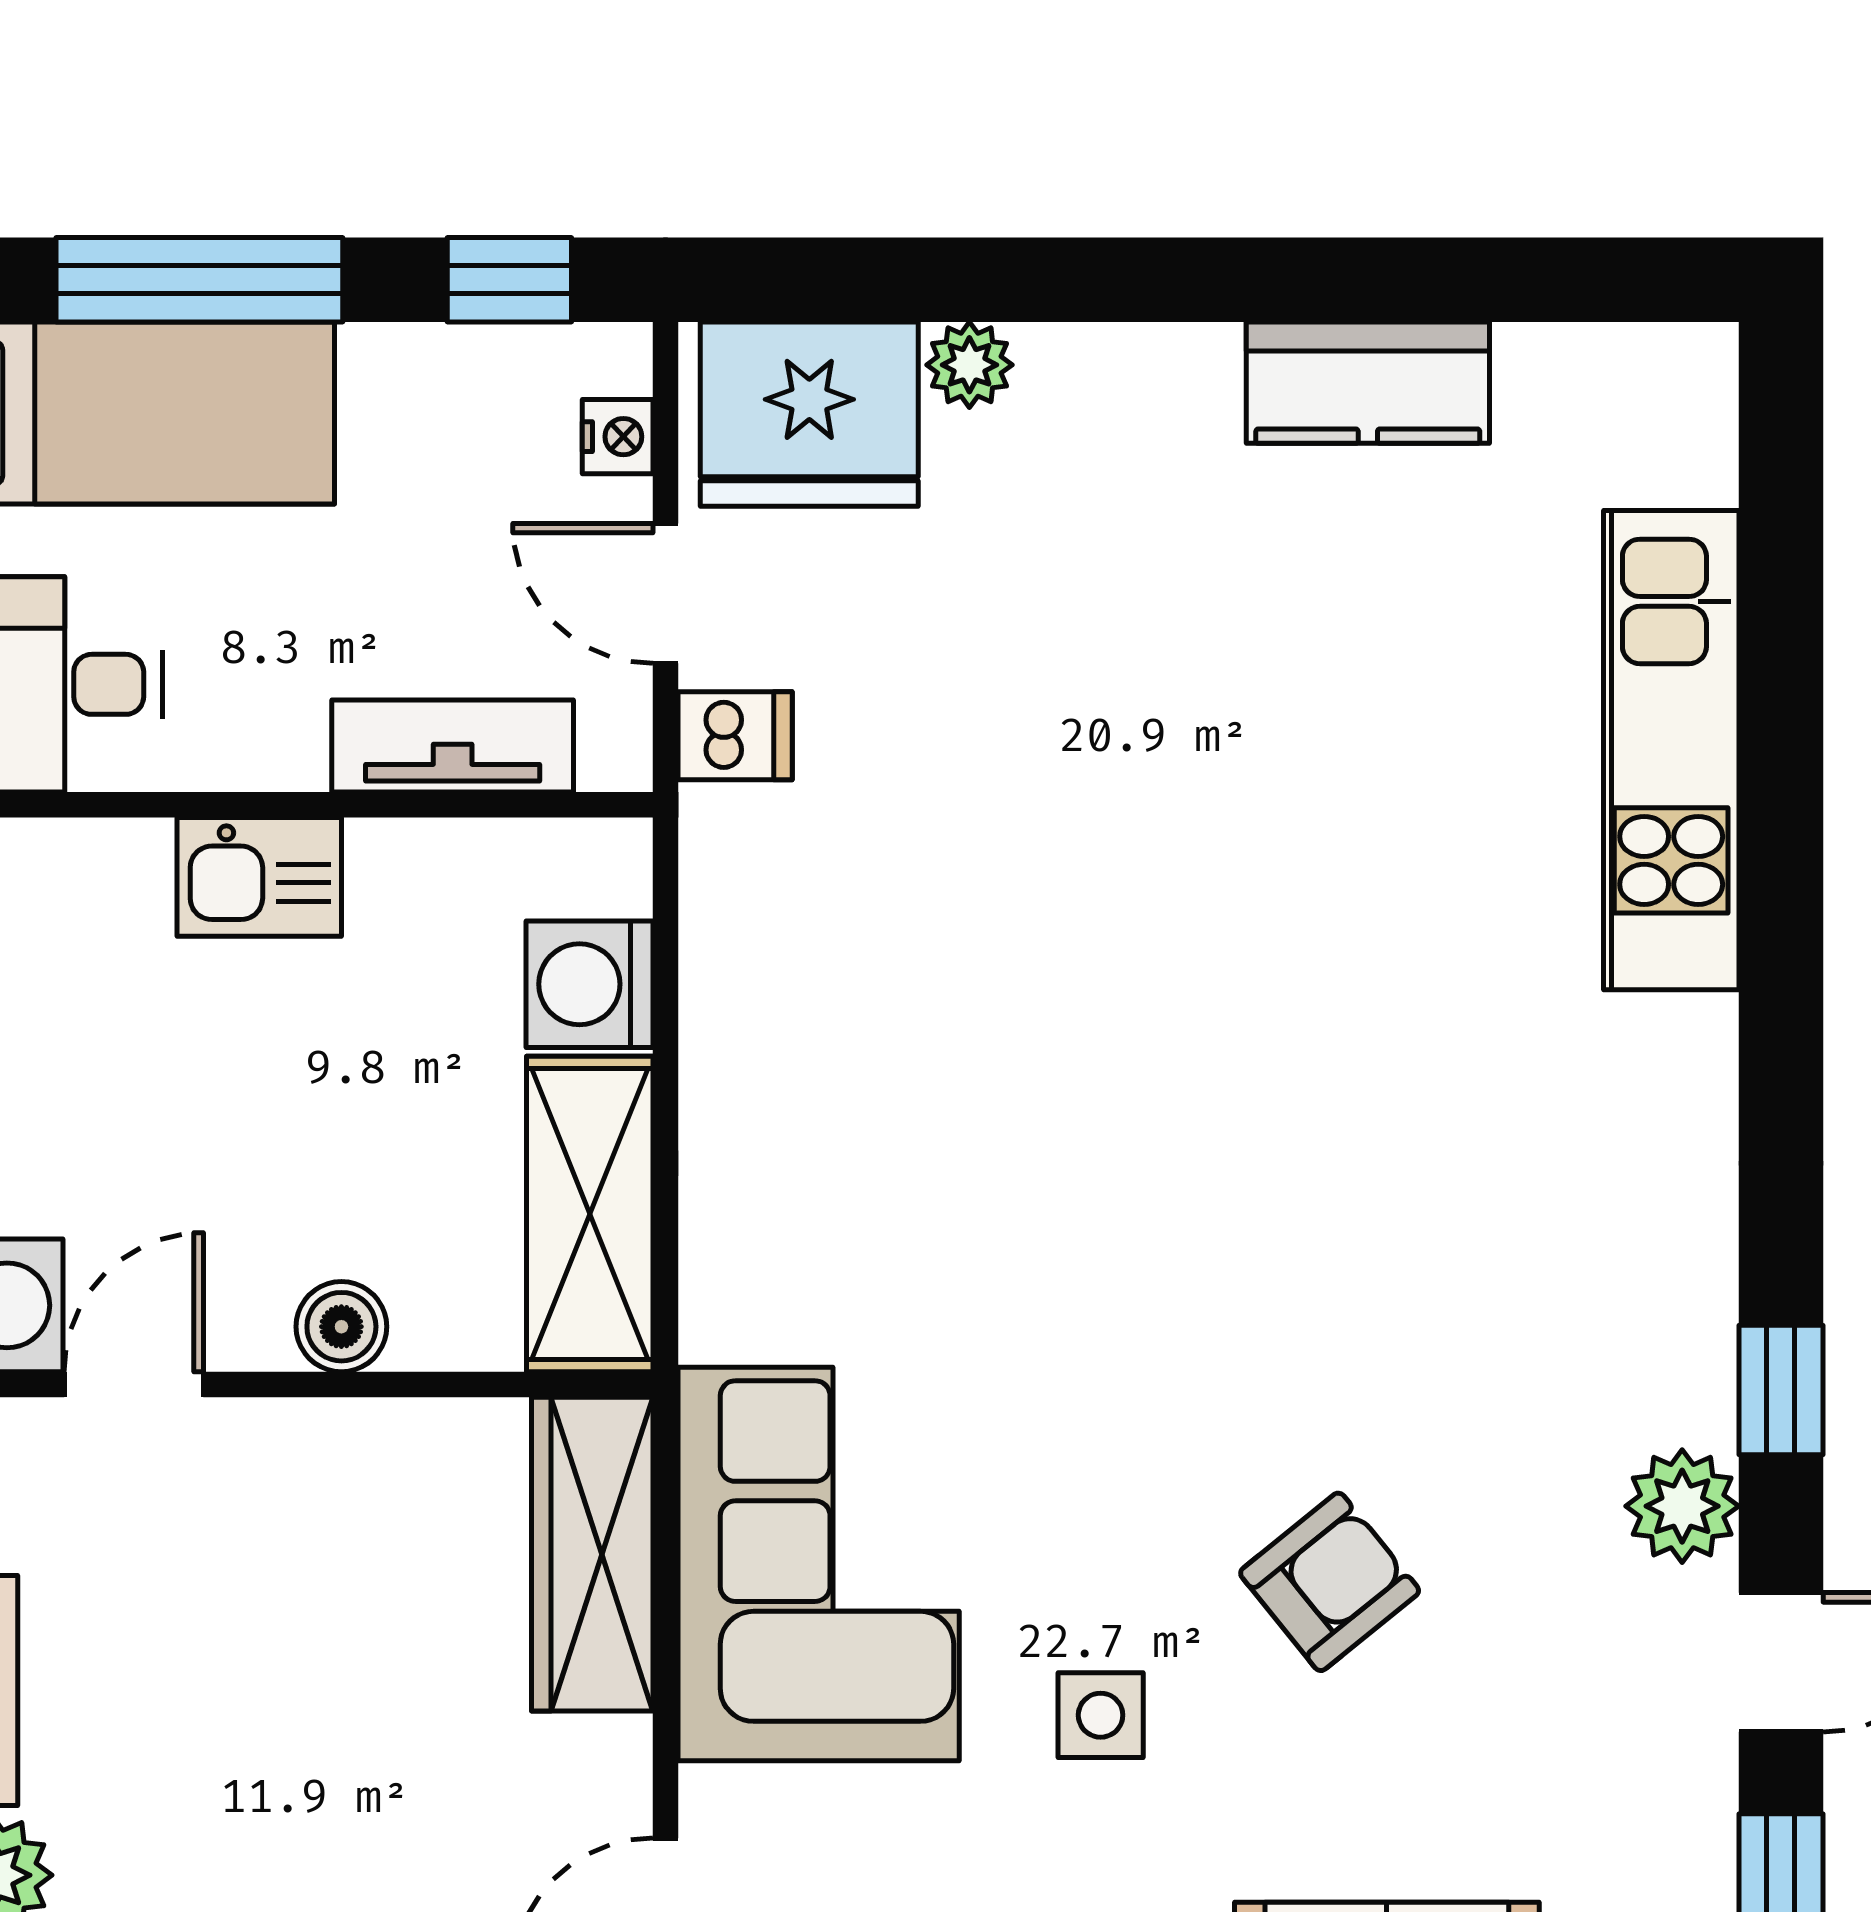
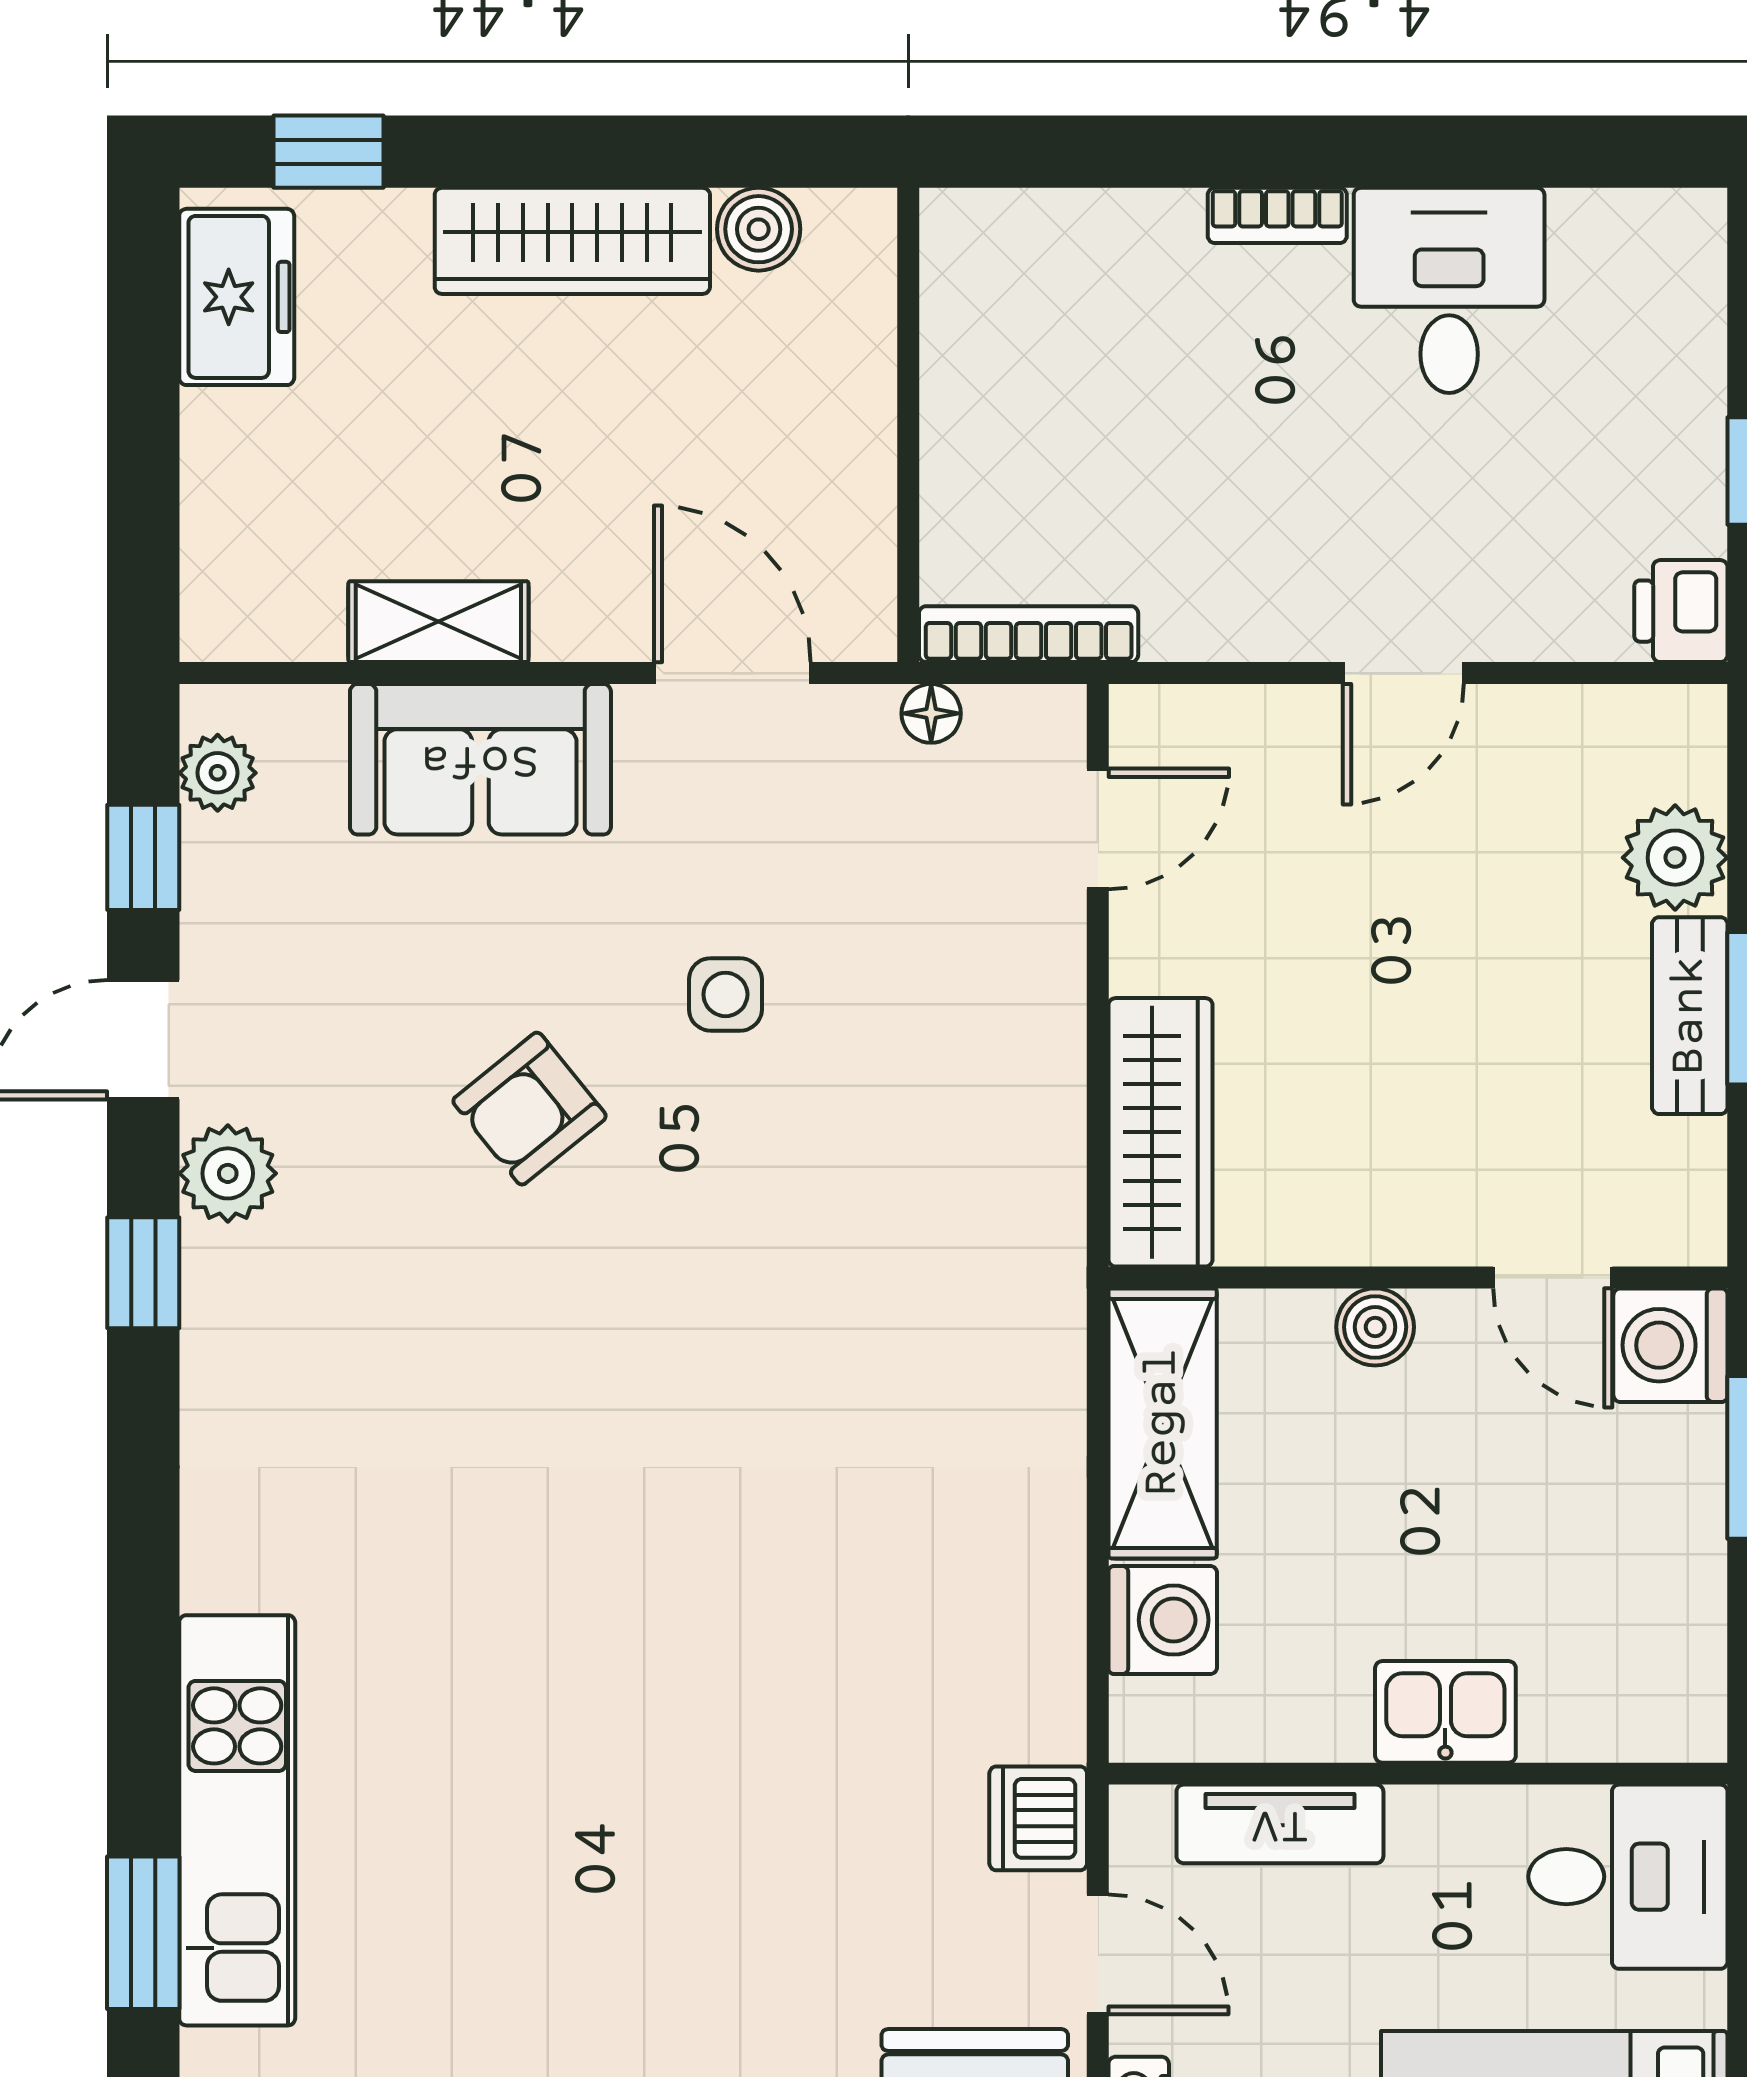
window: (1781, 619) -> (143, 1933), added
dishwasher: (735, 736) -> (1038, 1818), width x1.38
door: (134, 1385) -> (1553, 1277), hinge flipped
corner sofa: (819, 1564) -> (967, 1124), removed

